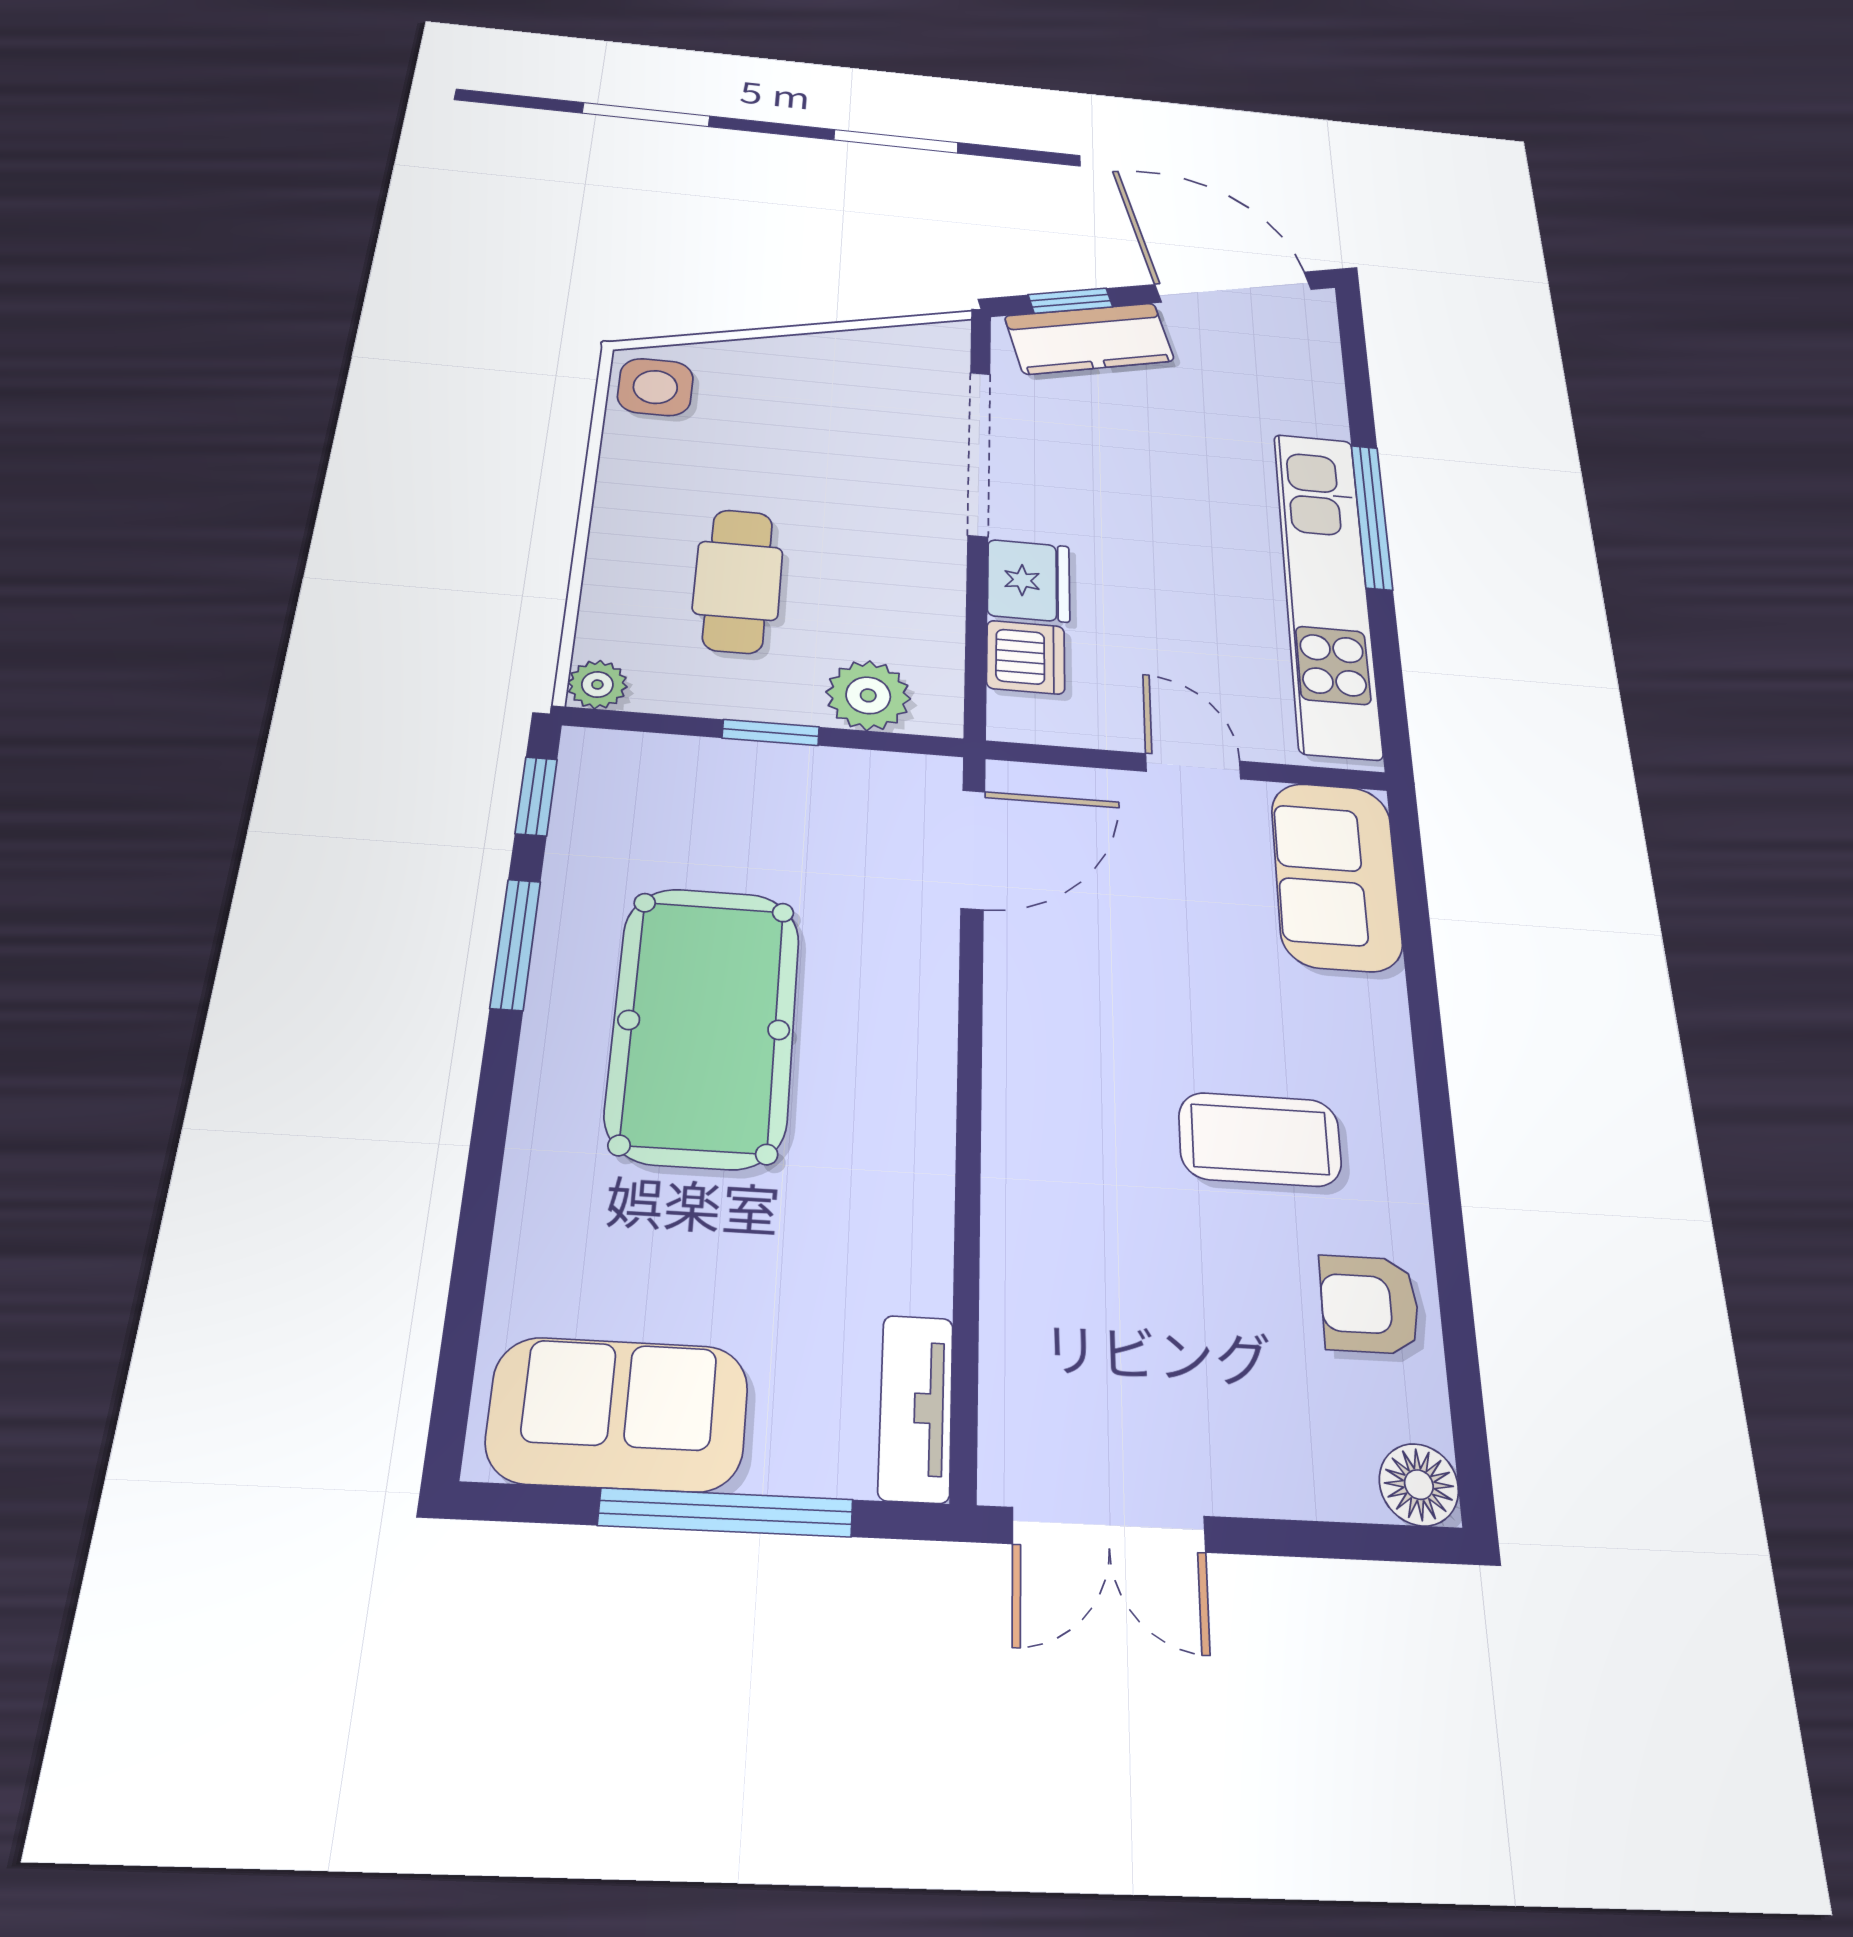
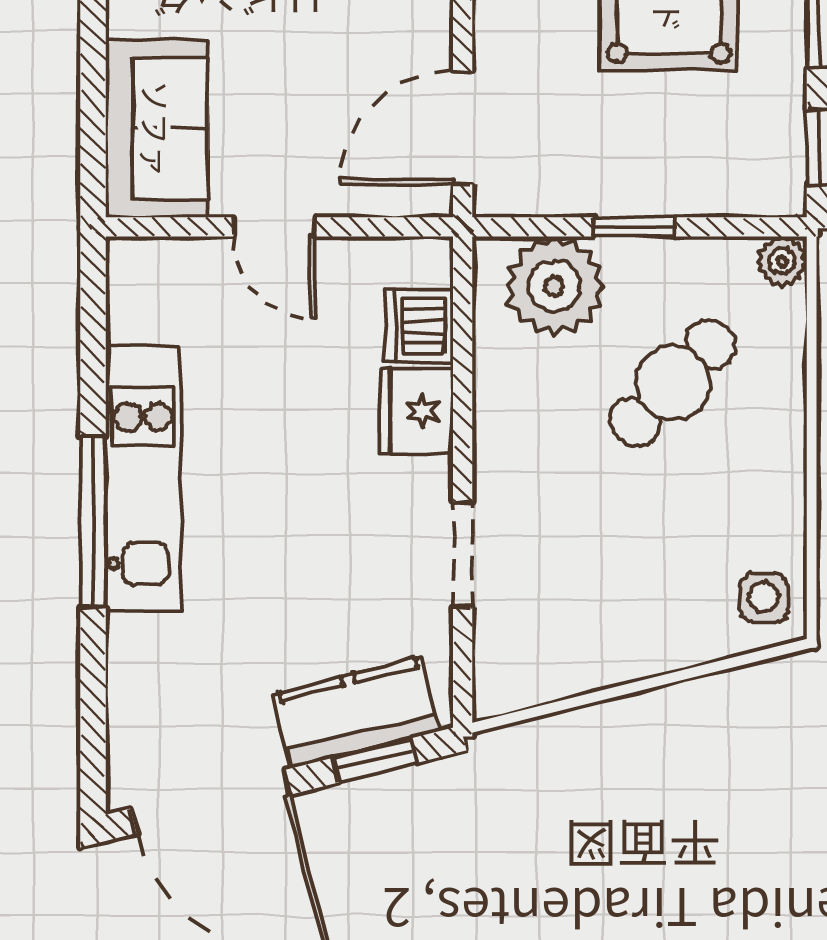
side table: (655, 387) -> (764, 598), width x0.73, depth x0.73
doorway: (979, 453) -> (463, 555), width x0.53
cafe table: (738, 581) -> (673, 383), turned 44
kitchen unit: (1326, 590) -> (143, 478), width x0.73
plant: (868, 695) -> (554, 286), width x1.36, depth x1.36

